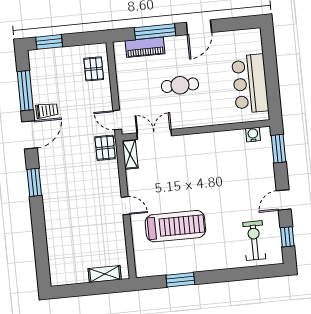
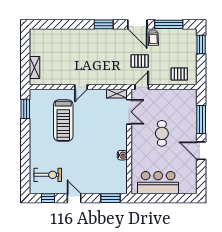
piano: (145, 47) -> (191, 111), removed
water cooler: (253, 135) -> (122, 155), moved
pallet: (105, 148) -> (140, 61), moved
window: (180, 280) -> (25, 109), moved

